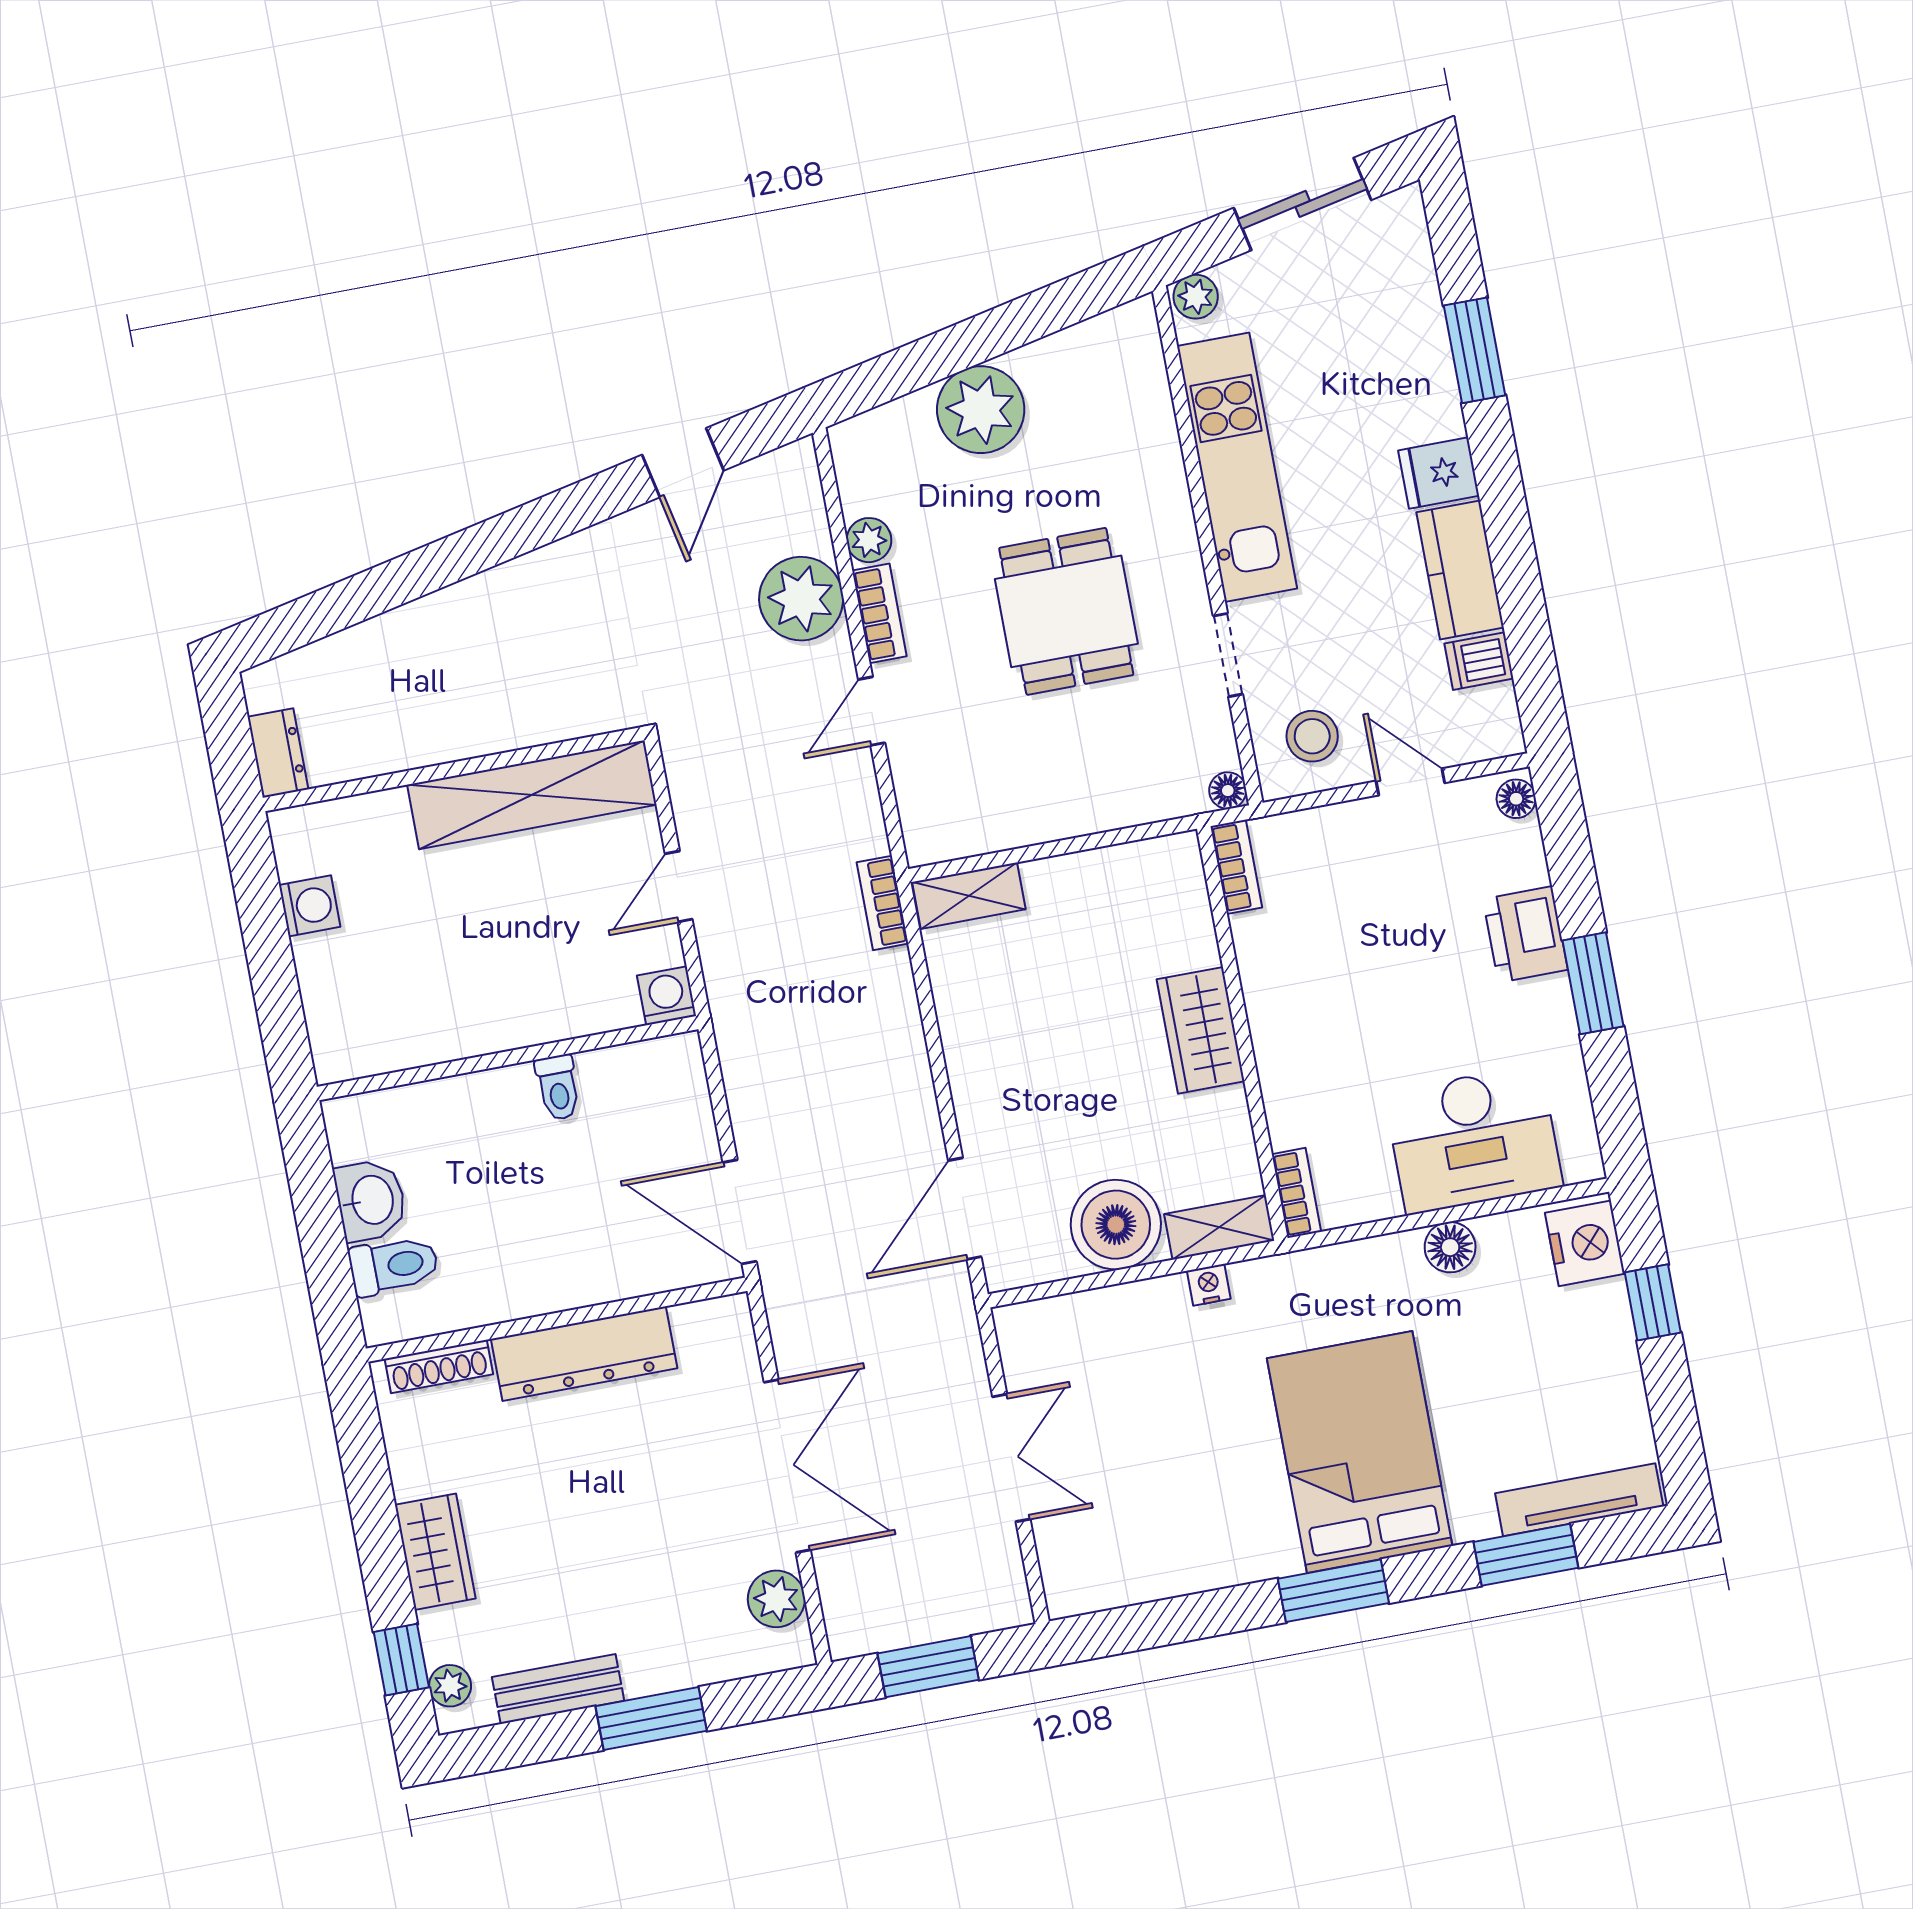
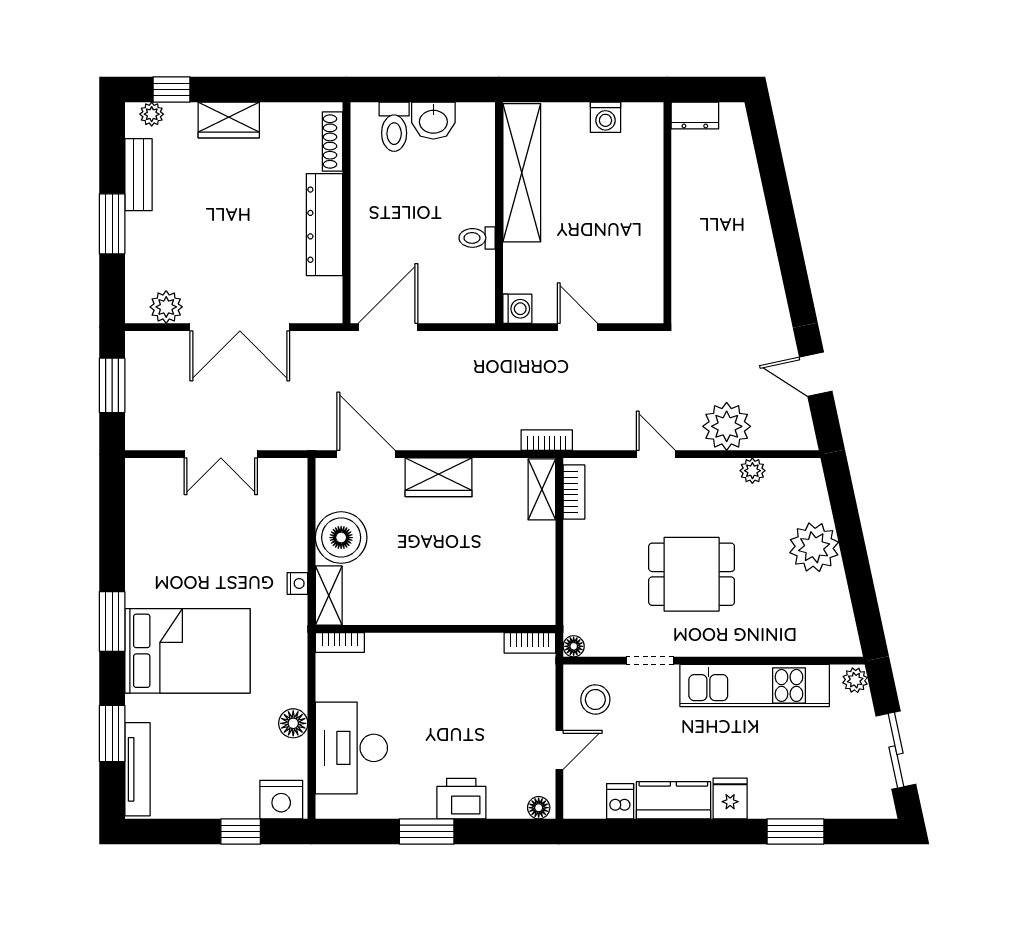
bookcase: (879, 613) -> (574, 492), moved, turned -90
shelving: (532, 795) -> (522, 173), moved
wardrobe: (1201, 1030) -> (439, 477), moved, turned 180

